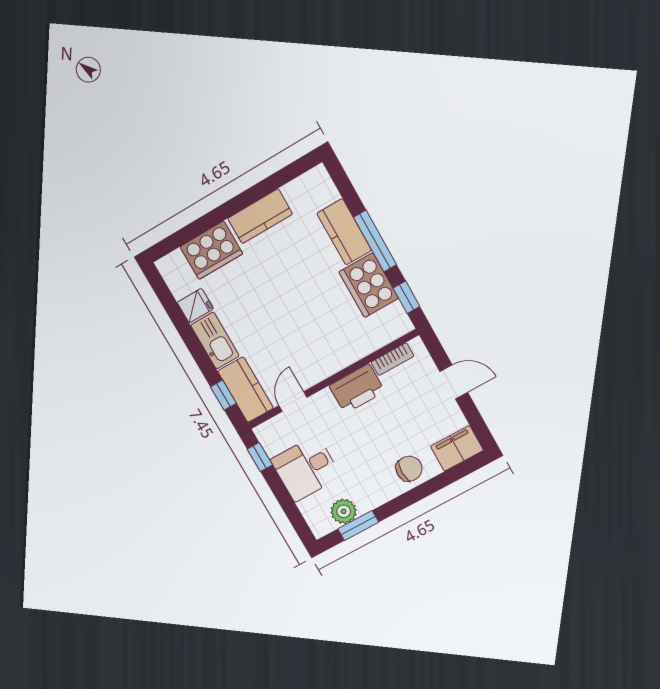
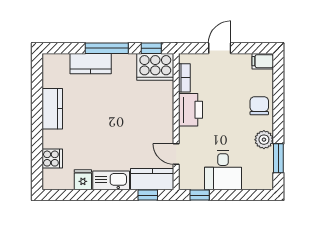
cooker: (211, 250) -> (52, 159), width x0.53, depth x0.76
cooker: (369, 285) -> (155, 67), moved
filing cabinet: (457, 448) -> (263, 61), width x0.50
plant: (344, 511) -> (264, 140), moved

